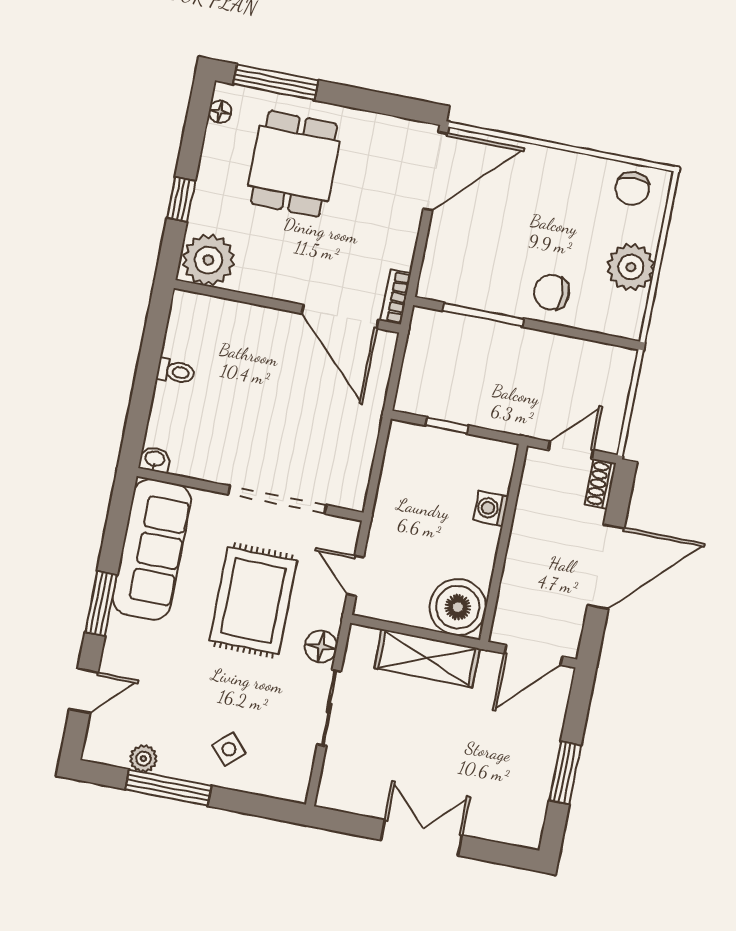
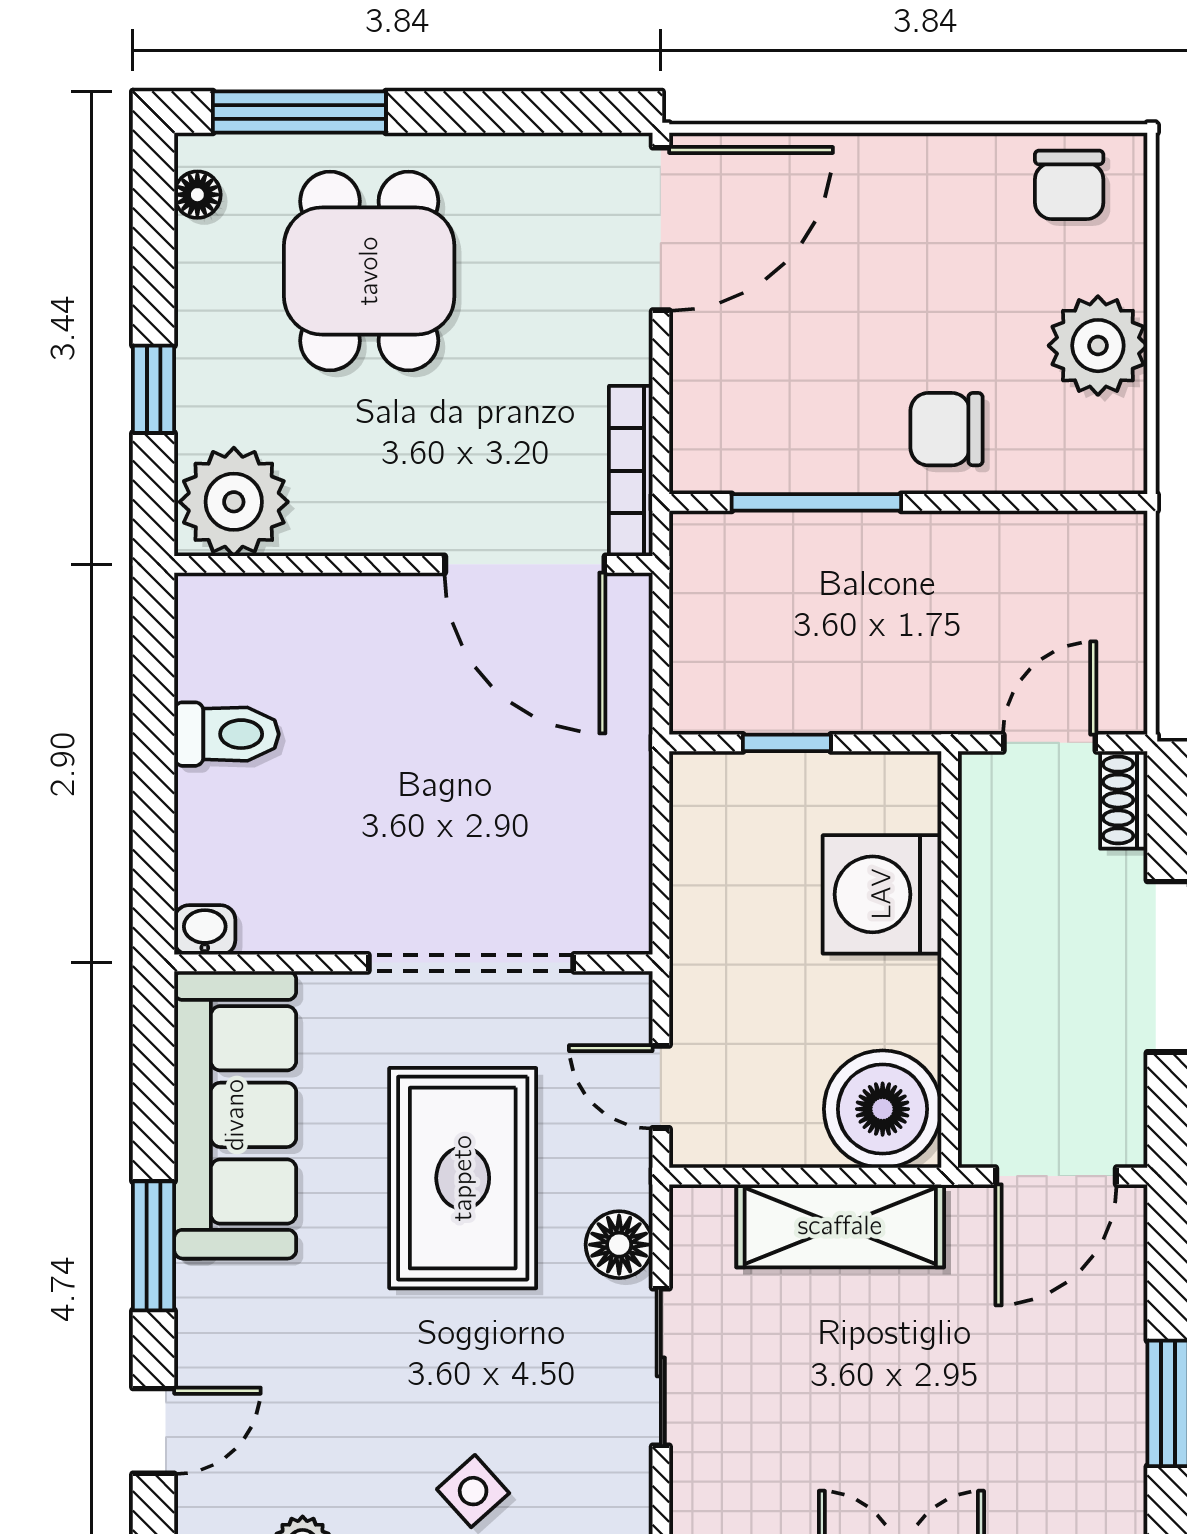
bookcase: (396, 297) -> (631, 471), width x1.56
toilet: (176, 372) -> (226, 734), width x1.37, depth x1.39
washing machine: (491, 508) -> (882, 894), width x1.89, depth x1.89

